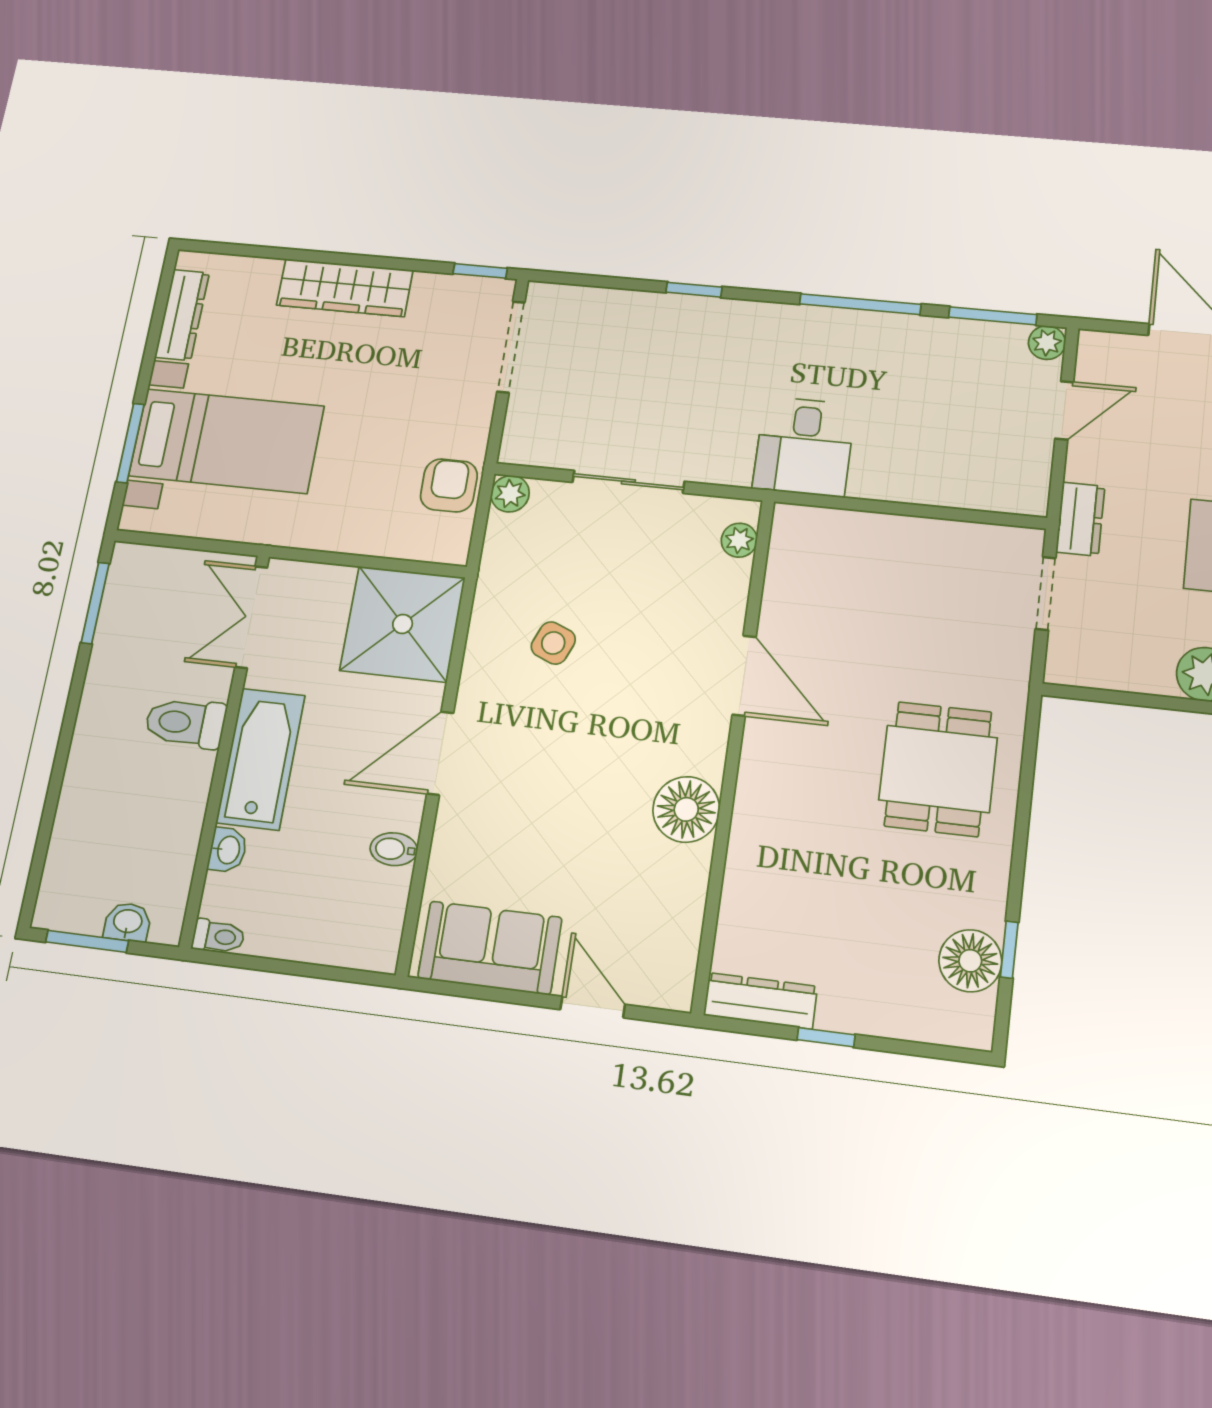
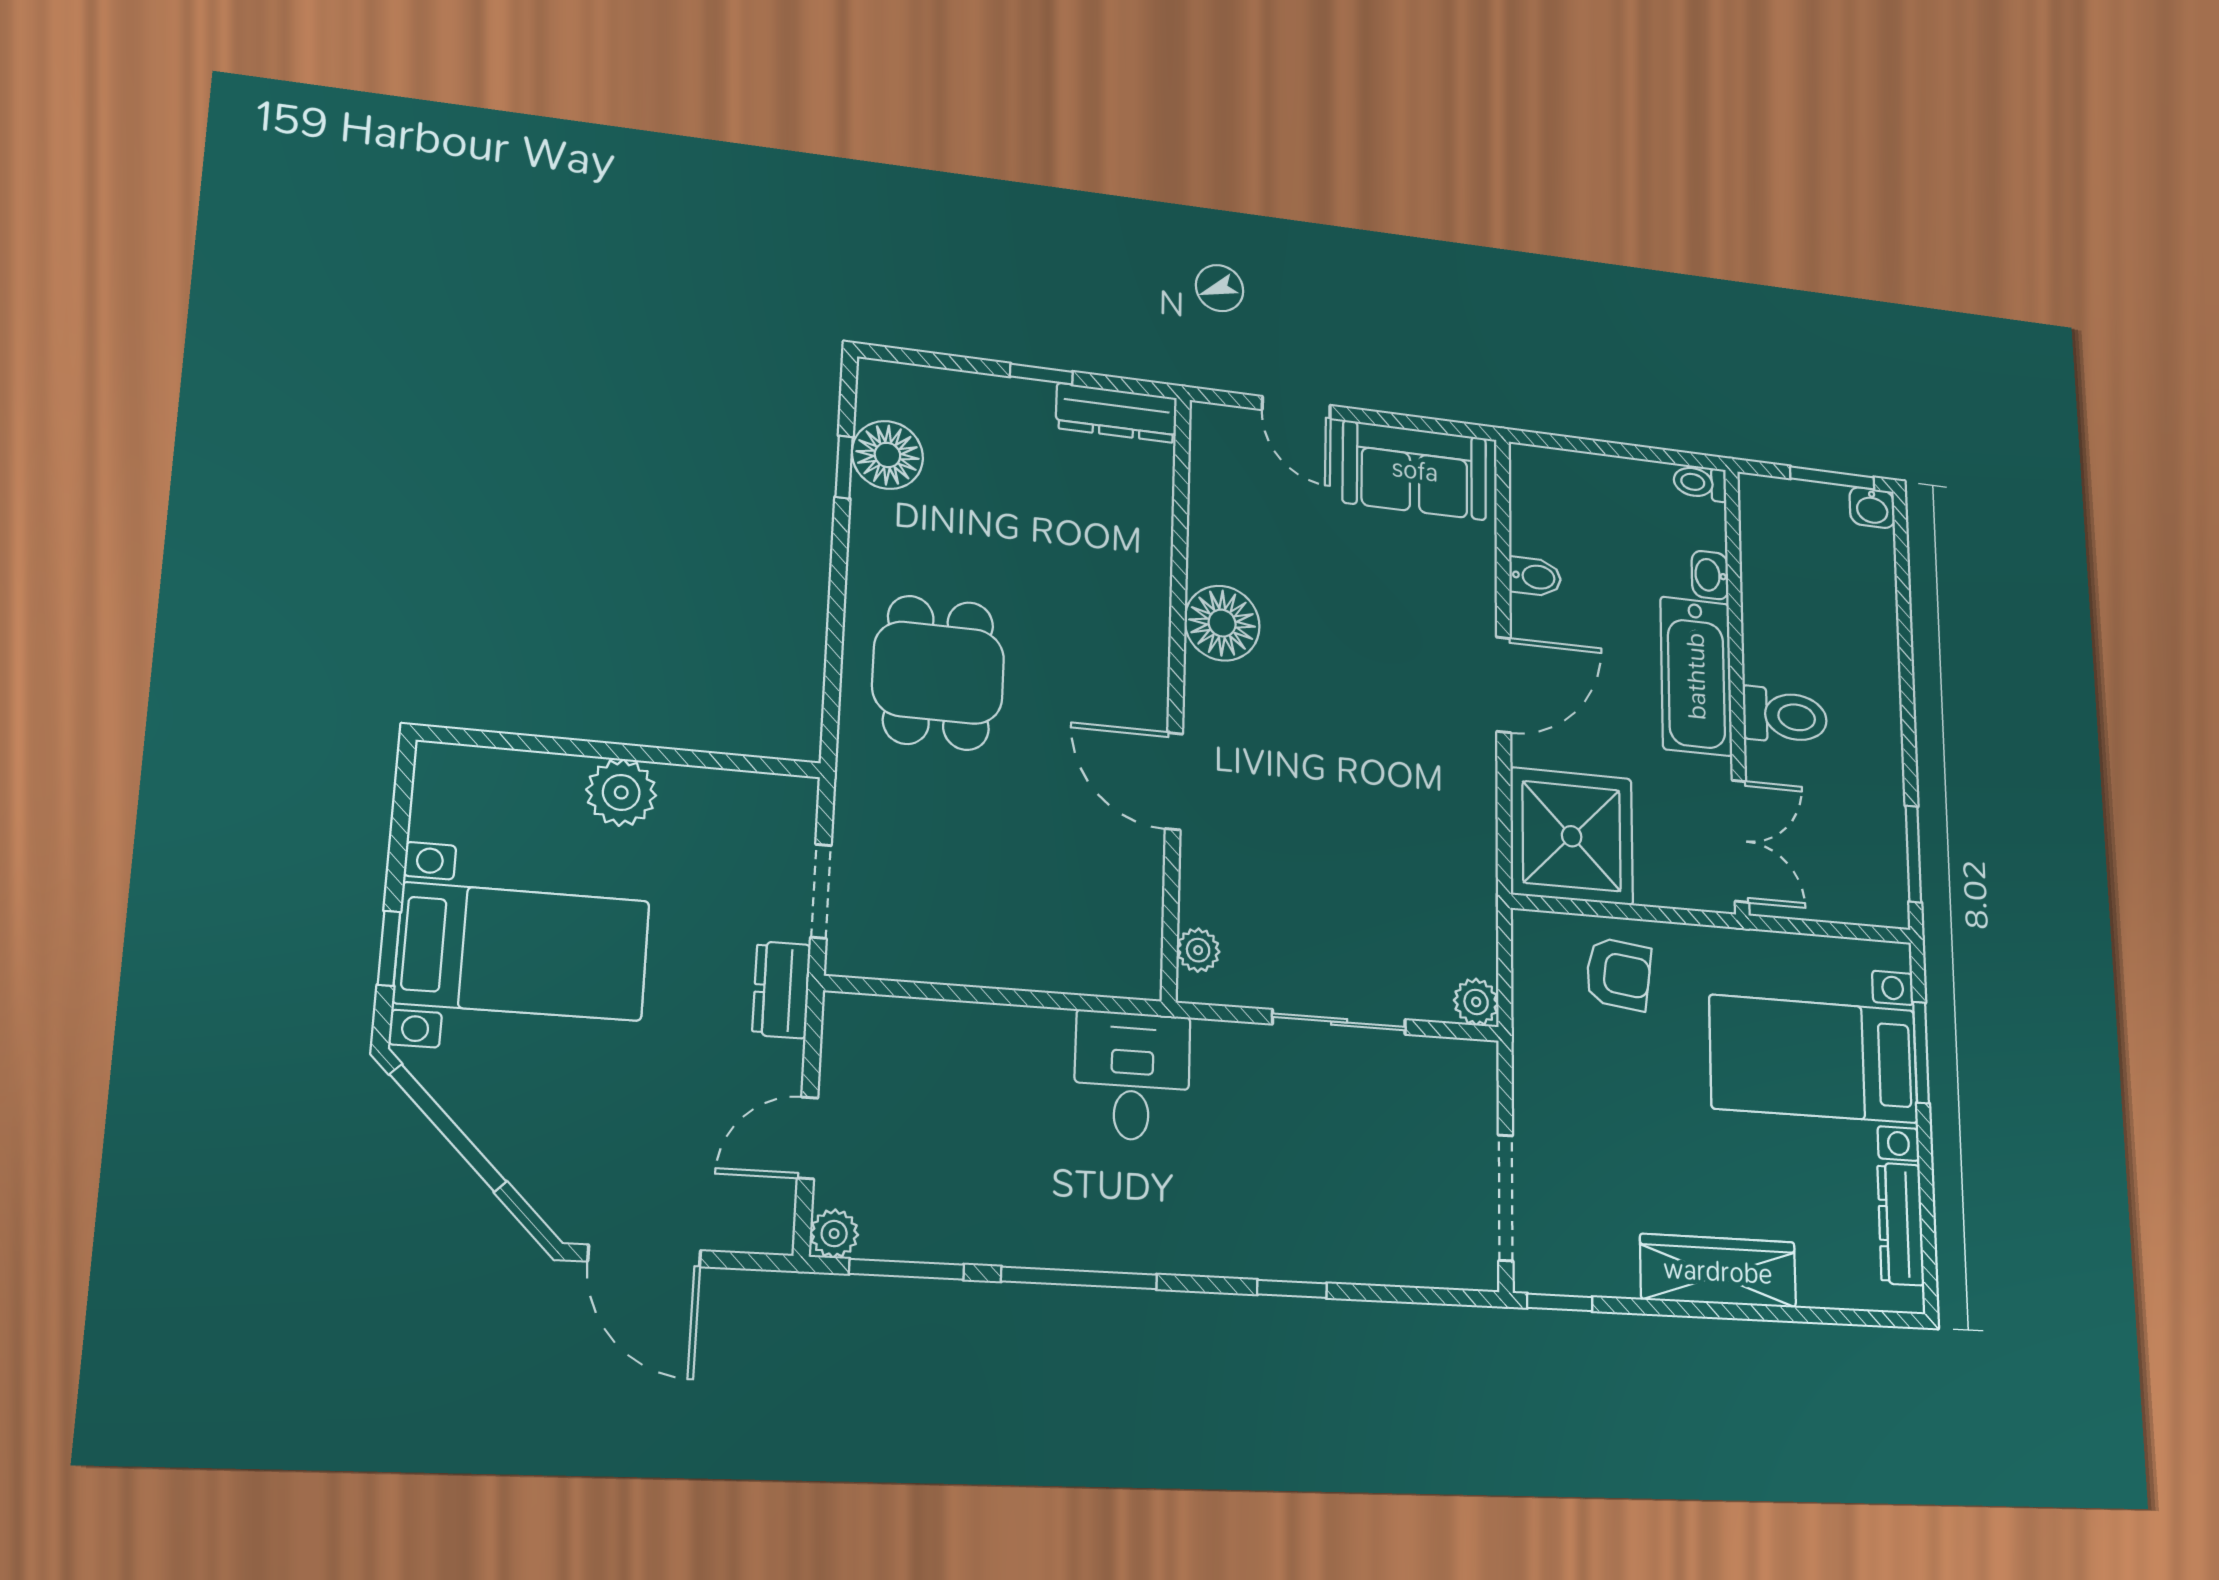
armchair: (449, 485) -> (1618, 974), moved, turned -83
side table: (553, 643) -> (1398, 817), removed
washbasin: (128, 922) -> (1872, 508), moved

